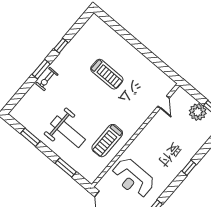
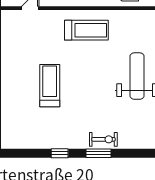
treadmill: (107, 141) -> (86, 30), moved

